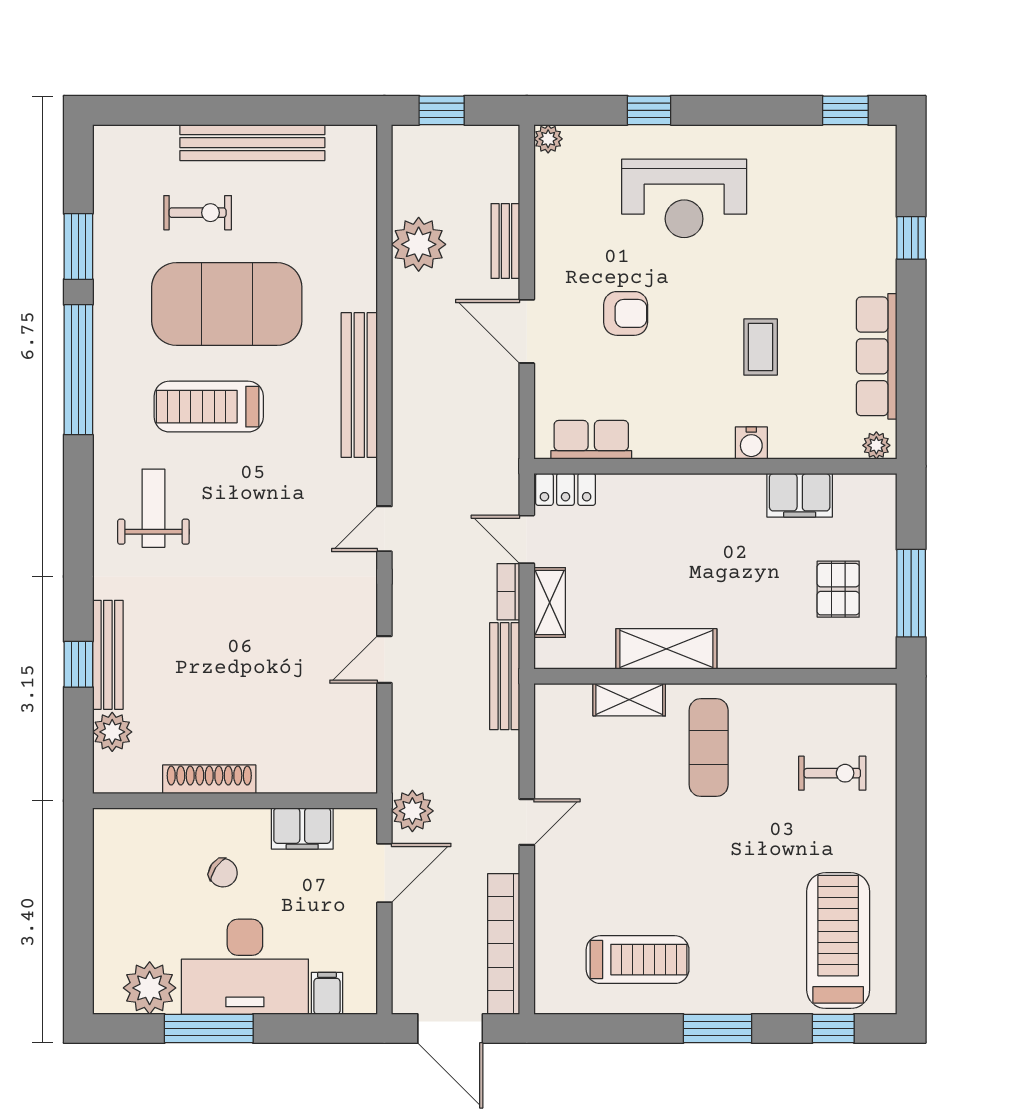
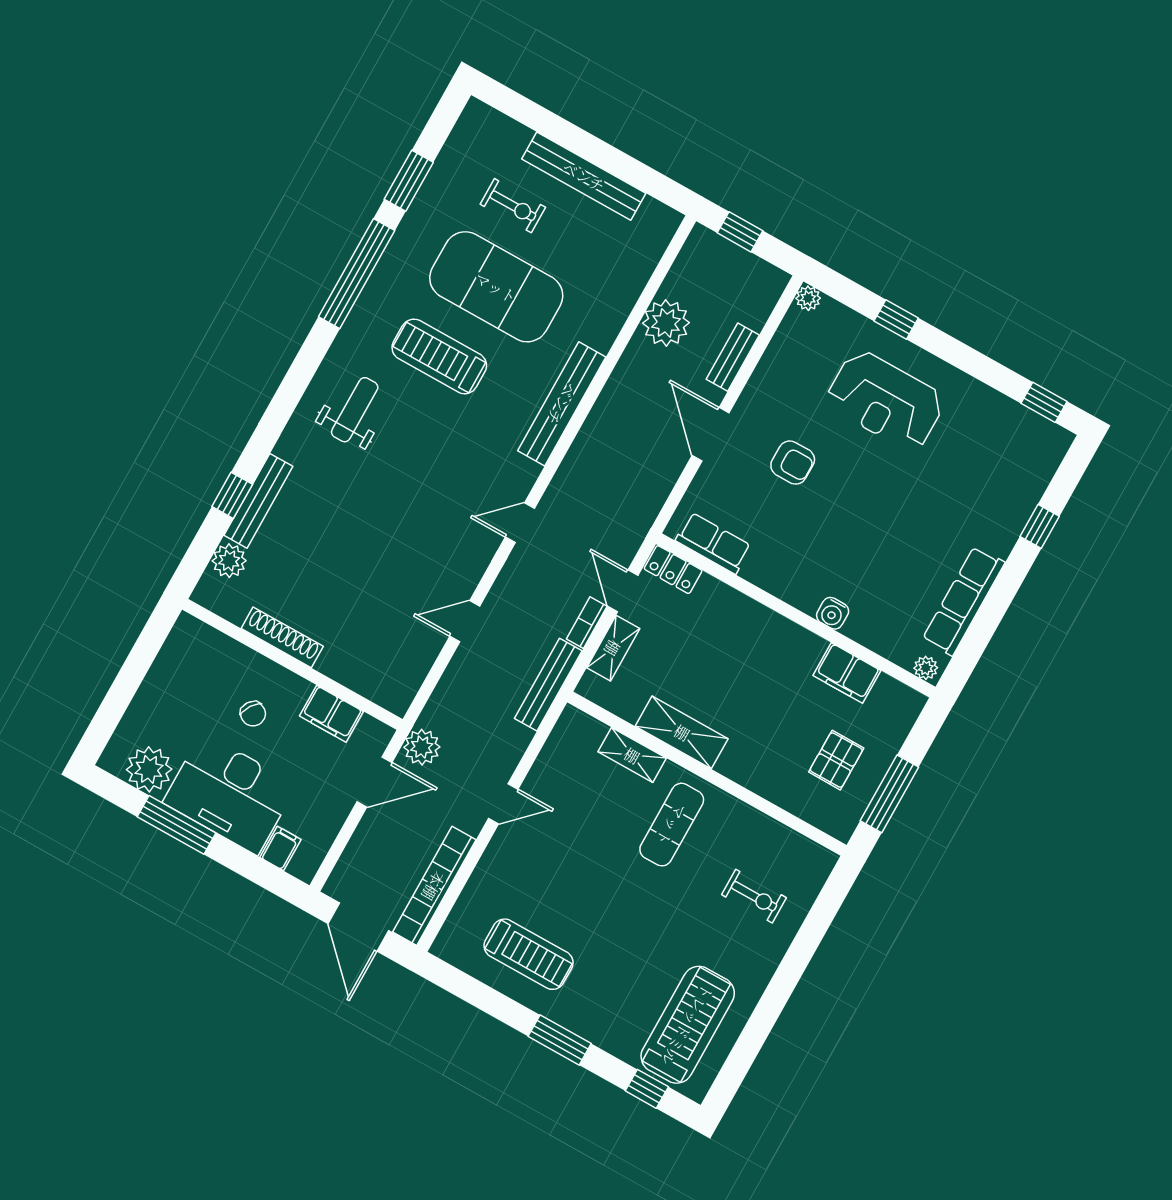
coffee table: (761, 347) -> (880, 545), removed

